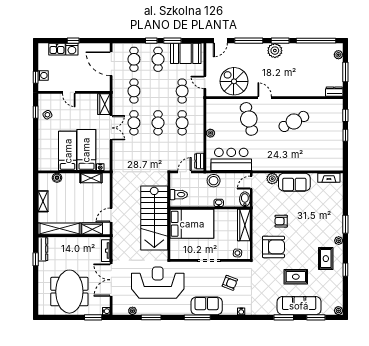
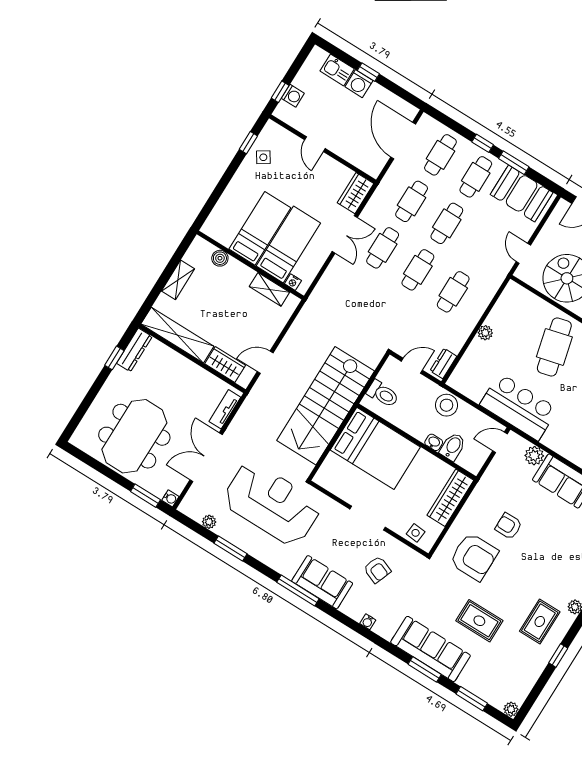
cafe table: (182, 91) -> (447, 223), moved
bar counter: (231, 159) -> (519, 407), moved
bidet: (245, 199) -> (453, 447), moved
sofa: (299, 306) -> (431, 649), moved

